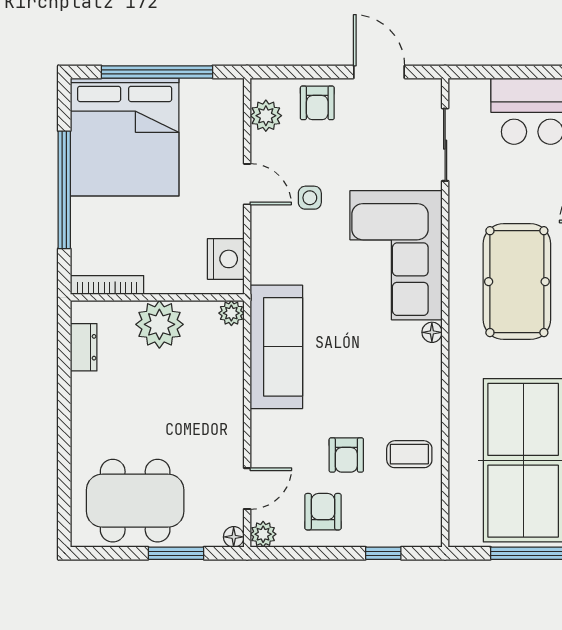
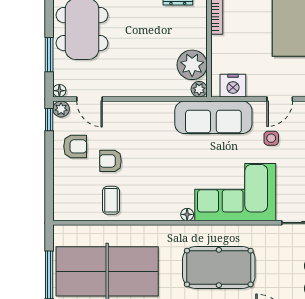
plant: (159, 324) -> (192, 65), moved
sofa: (276, 347) -> (213, 117), moved
window: (383, 553) -> (49, 120), moved

